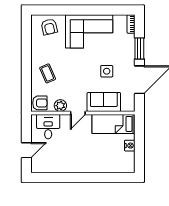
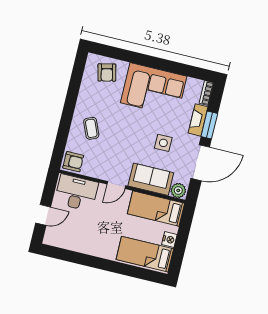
fireplace: (130, 47) -> (198, 120), added
plant: (60, 106) -> (178, 190), moved
desk: (48, 127) -> (76, 193), width x1.37
bed: (113, 162) -> (145, 254), added

